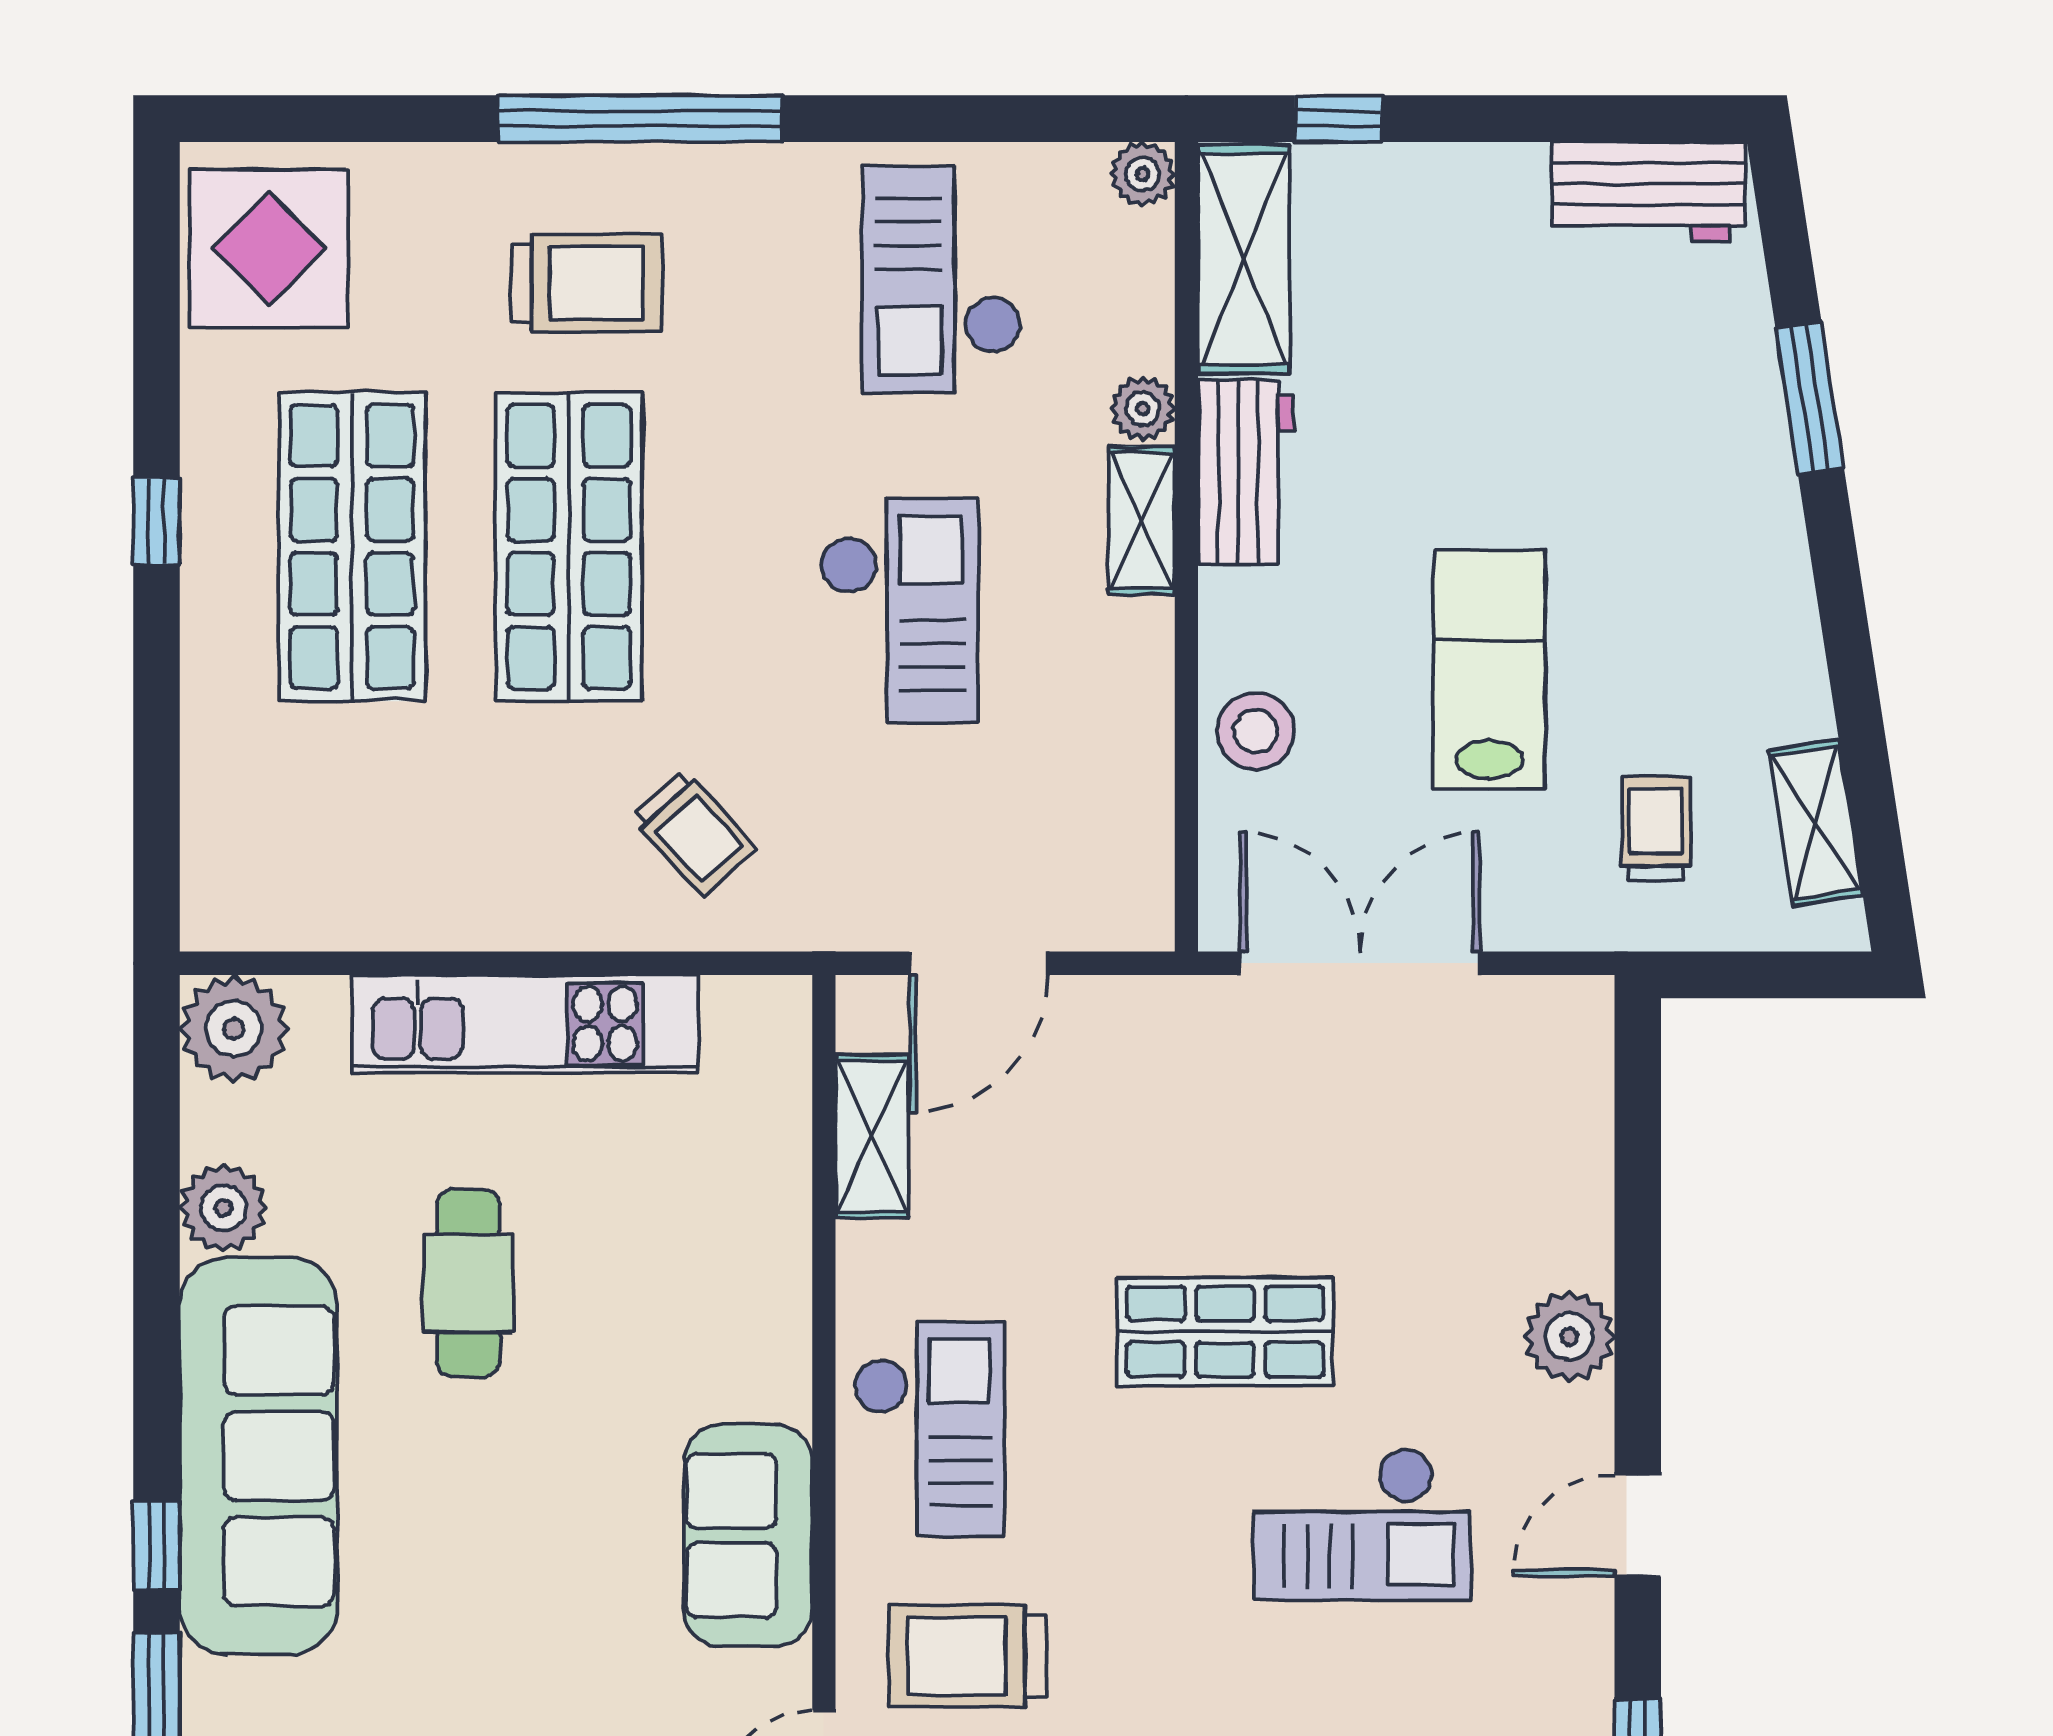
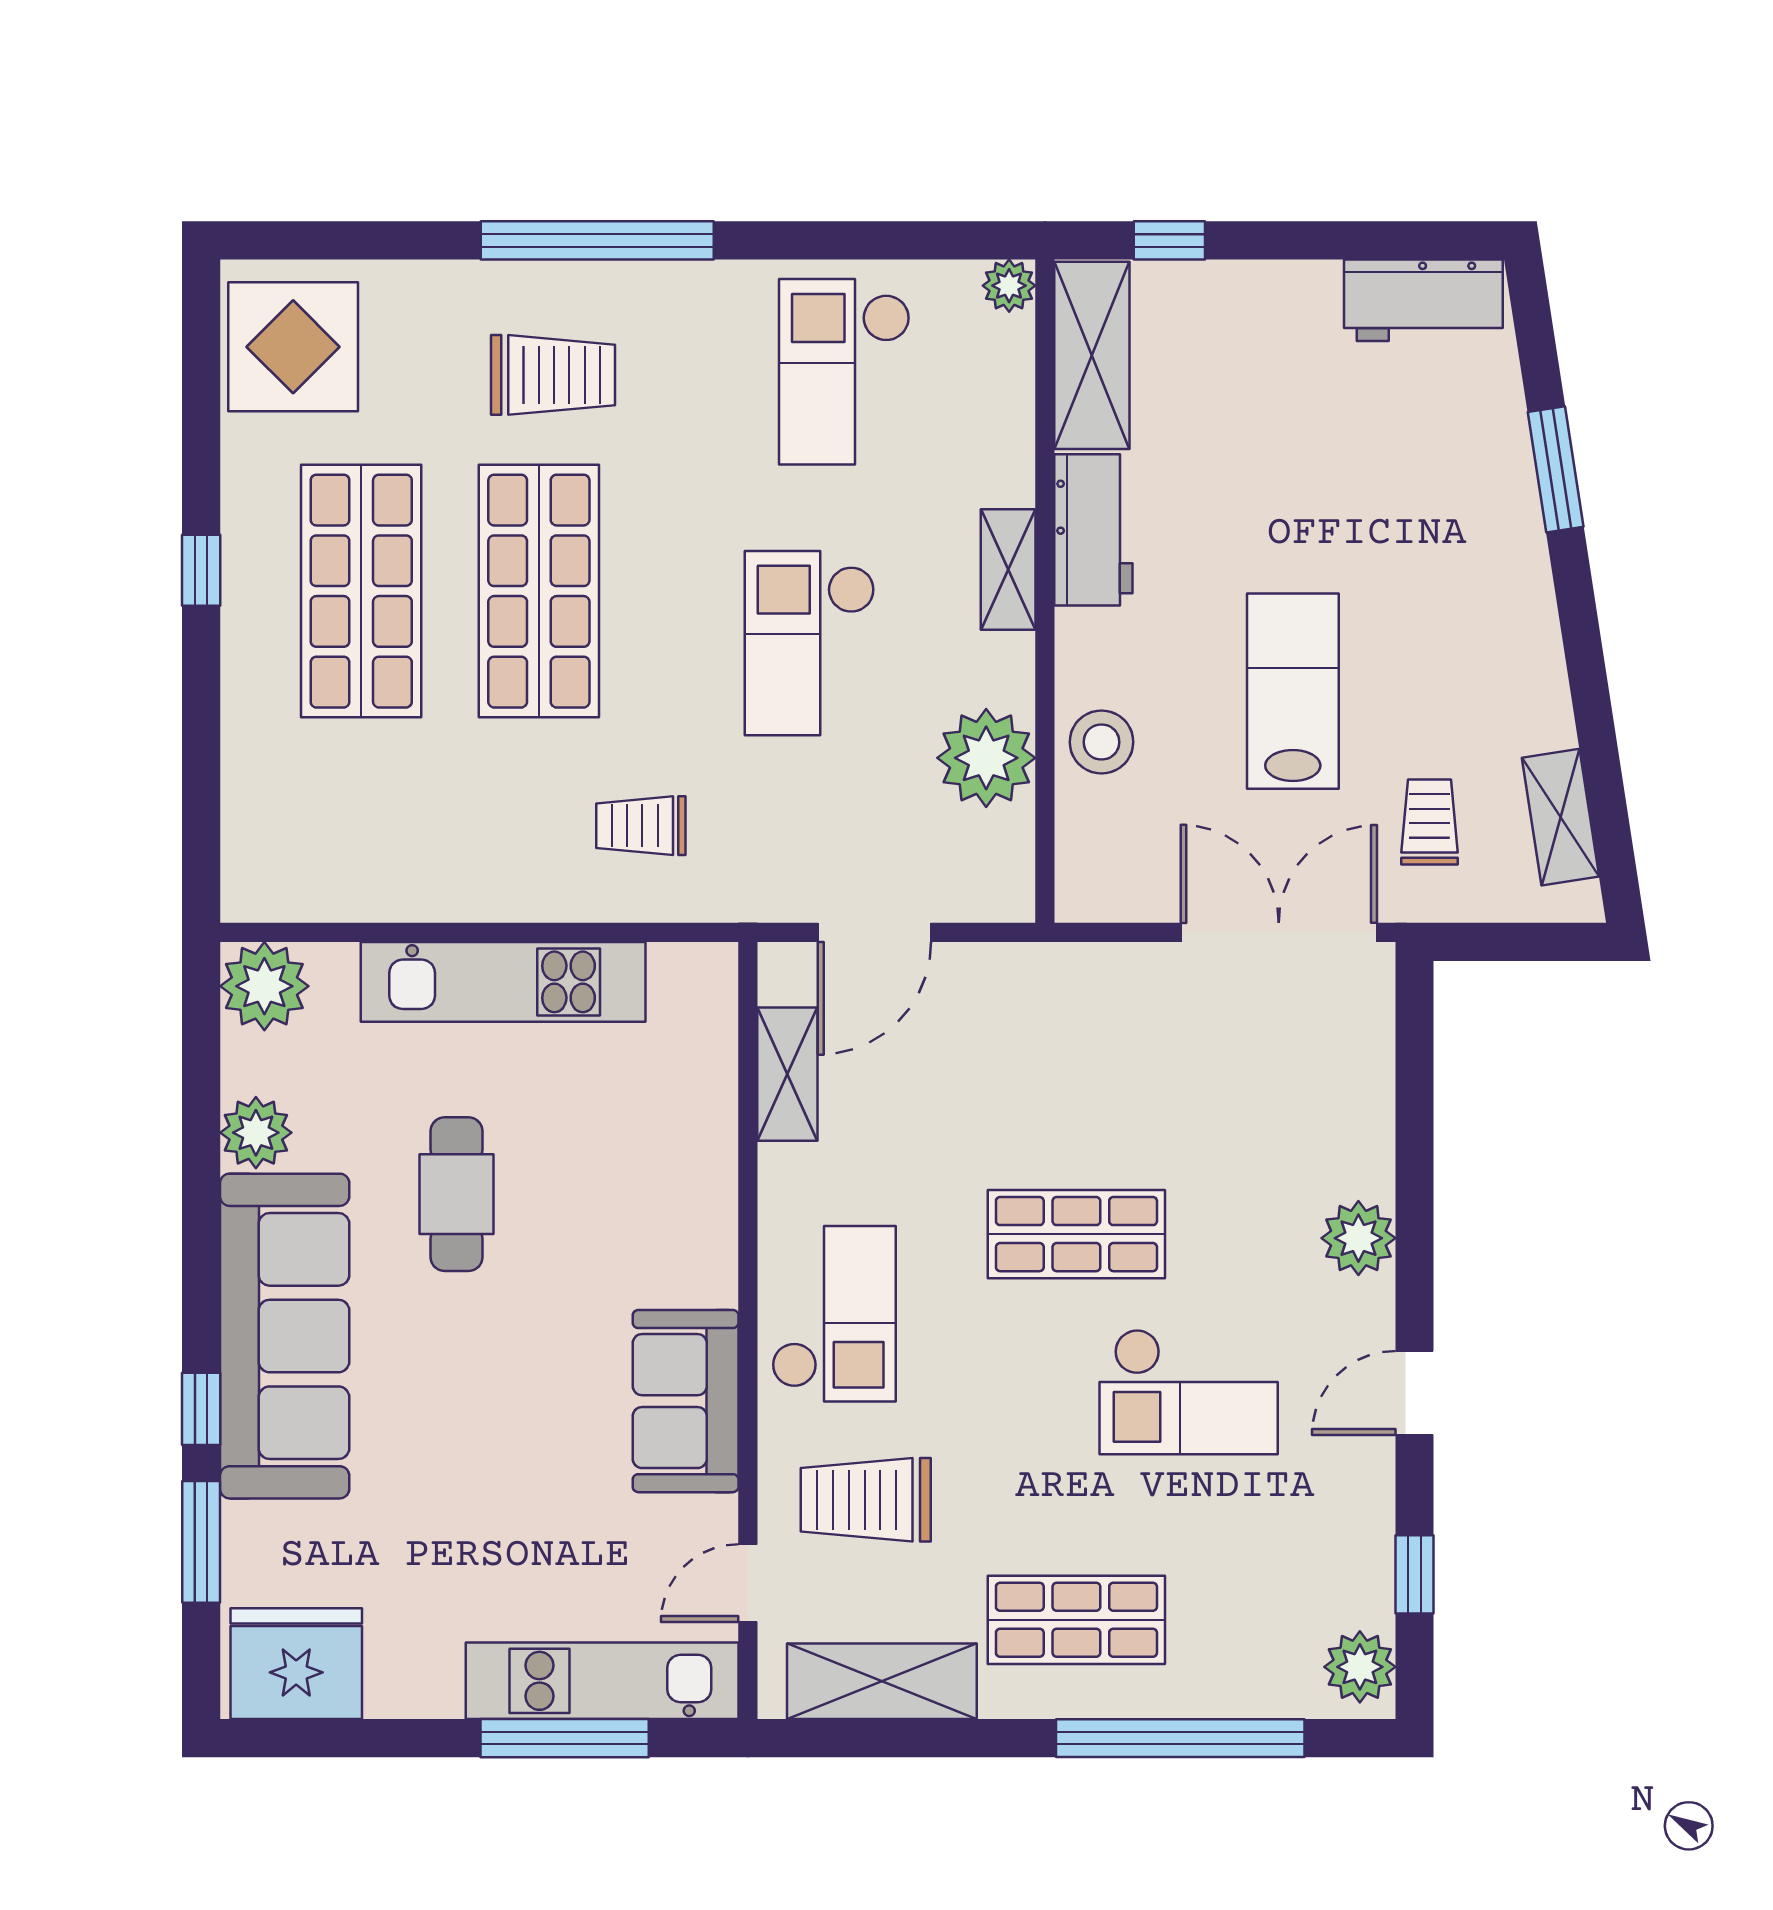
plant: (1143, 409) -> (986, 758), moved, width x1.88, depth x1.88
checkout: (899, 610) -> (810, 643), turned 180
trolley: (693, 833) -> (641, 826), turned 132
double door: (1360, 963) -> (1279, 932), moved

